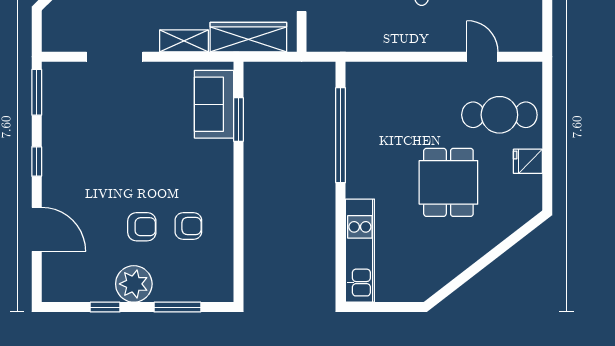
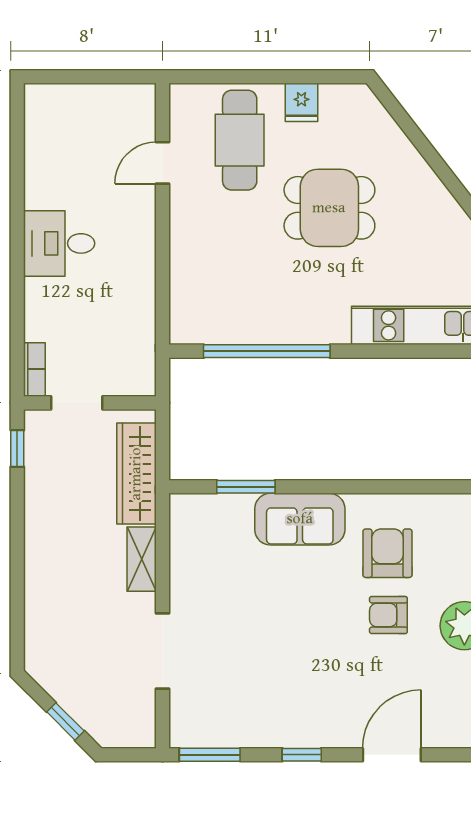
sofa: (214, 104) -> (300, 519), moved
armchair: (188, 226) -> (387, 553), width x1.38, depth x1.38
armchair: (142, 227) -> (388, 615), turned -90

